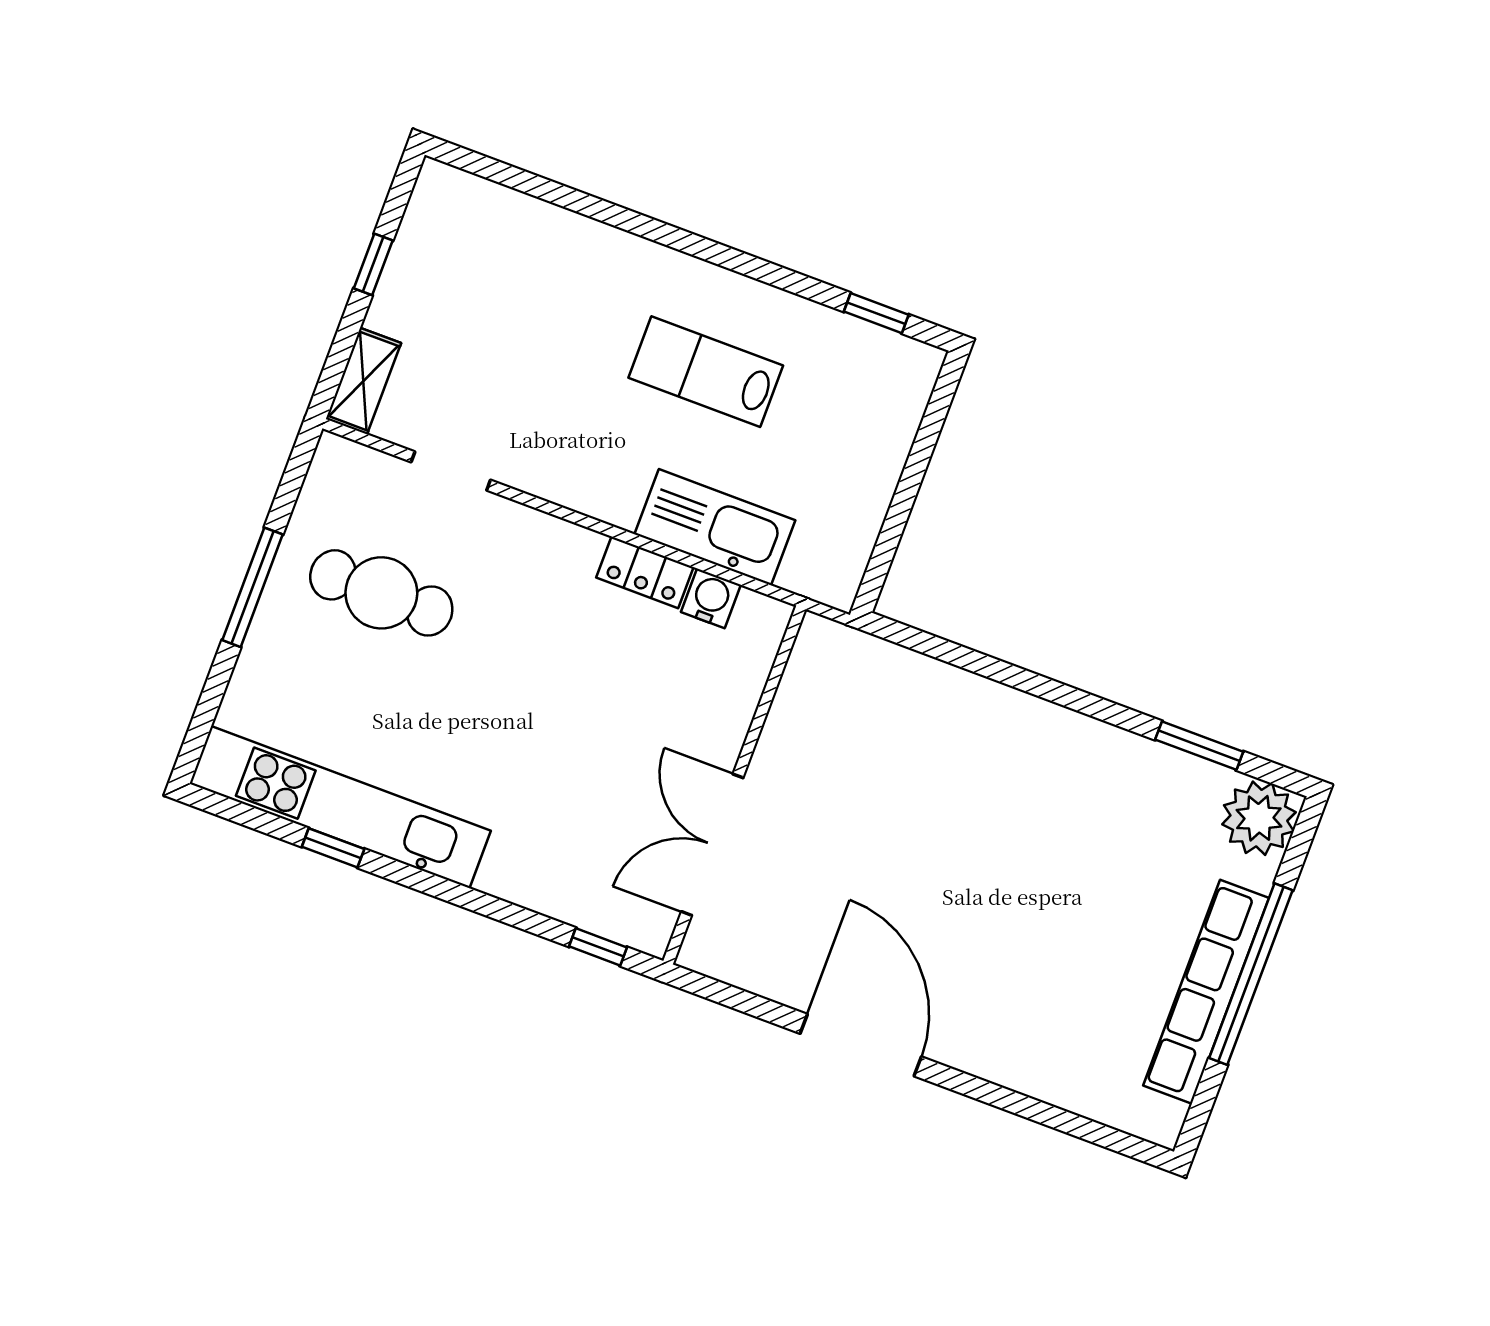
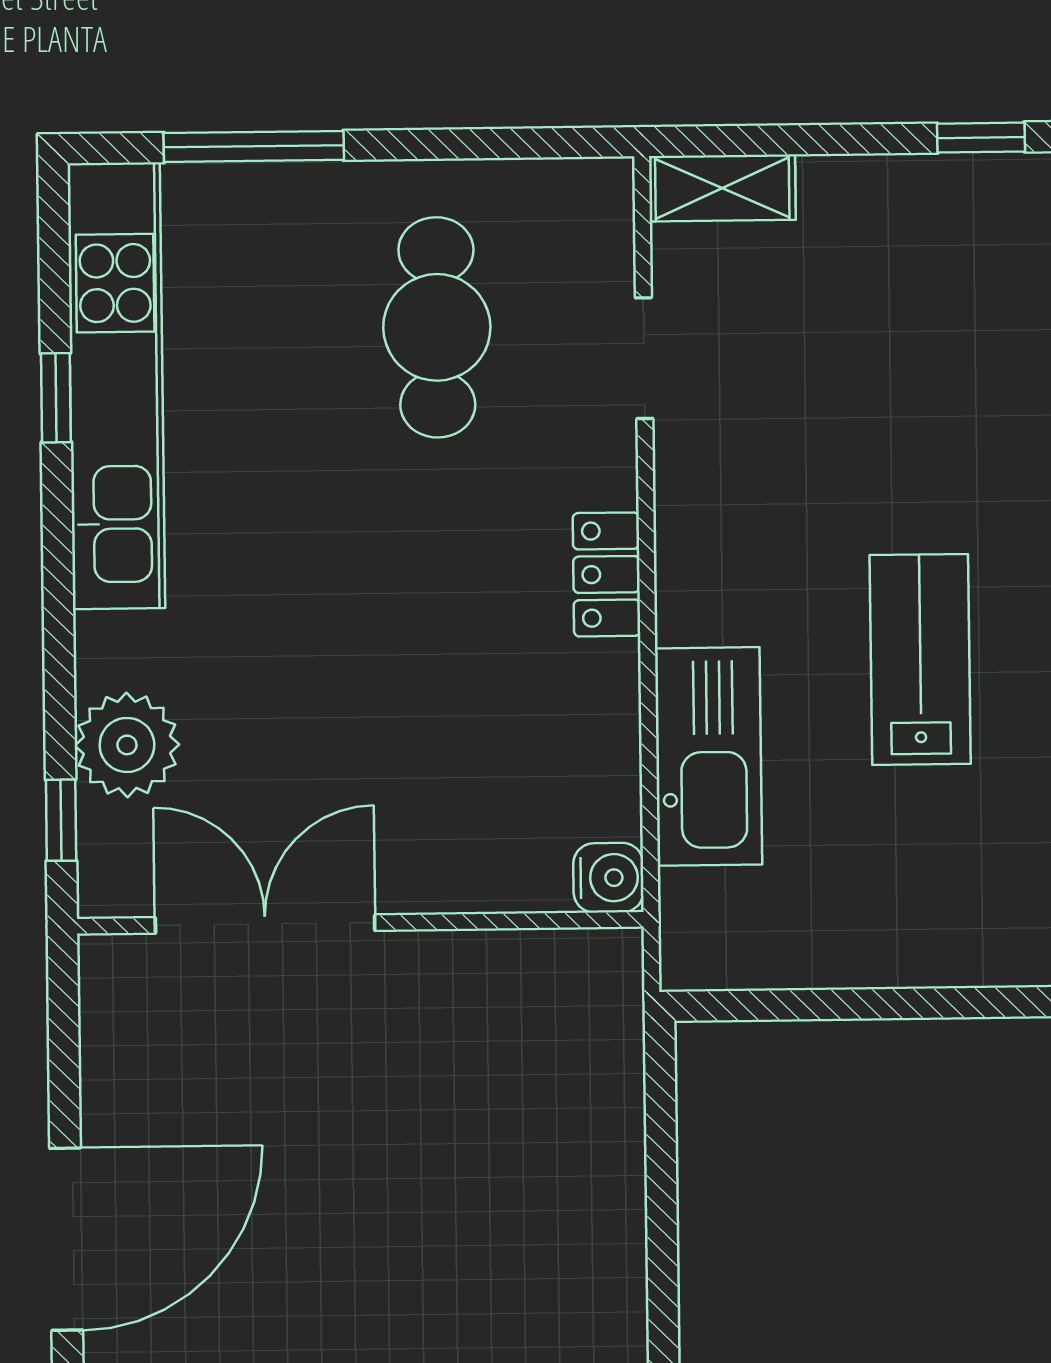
window: (373, 264) -> (981, 138), moved
locker: (645, 572) -> (607, 574), moved
window: (252, 587) -> (254, 146), moved
water cooler: (711, 598) -> (608, 878), moved
plant: (567, 888) -> (127, 745), added

